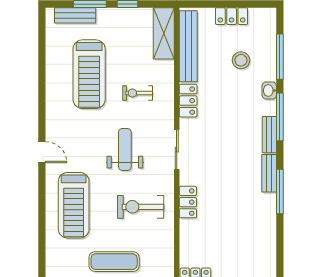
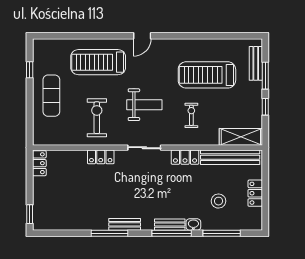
bench: (269, 135) -> (170, 225), moved

